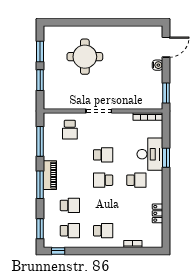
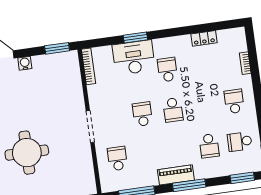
school desk: (70, 130) -> (117, 159), turned -90
school desk: (70, 205) -> (209, 146), turned 180
school desk: (70, 231) -> (240, 142), turned -90

